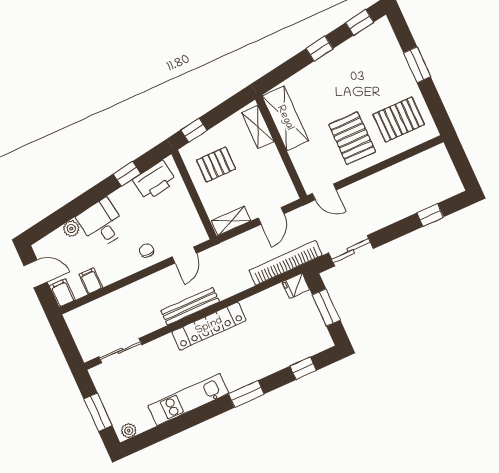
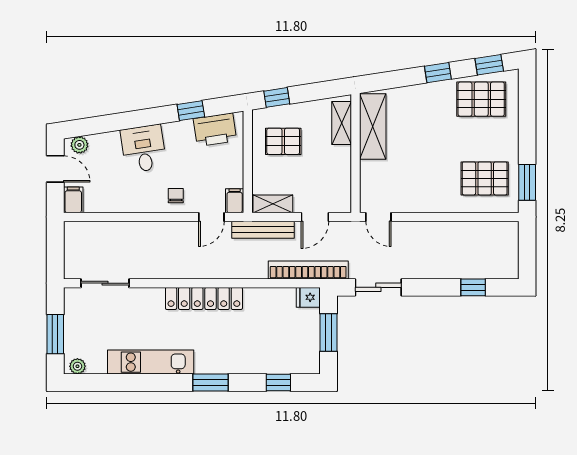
window: (417, 65) -> (527, 182), moved
pallet: (352, 138) -> (481, 99), moved, turned 90
plant: (71, 229) -> (79, 145), moved
filing cabinet: (91, 281) -> (235, 201), moved
bench: (190, 306) -> (263, 230), moved

